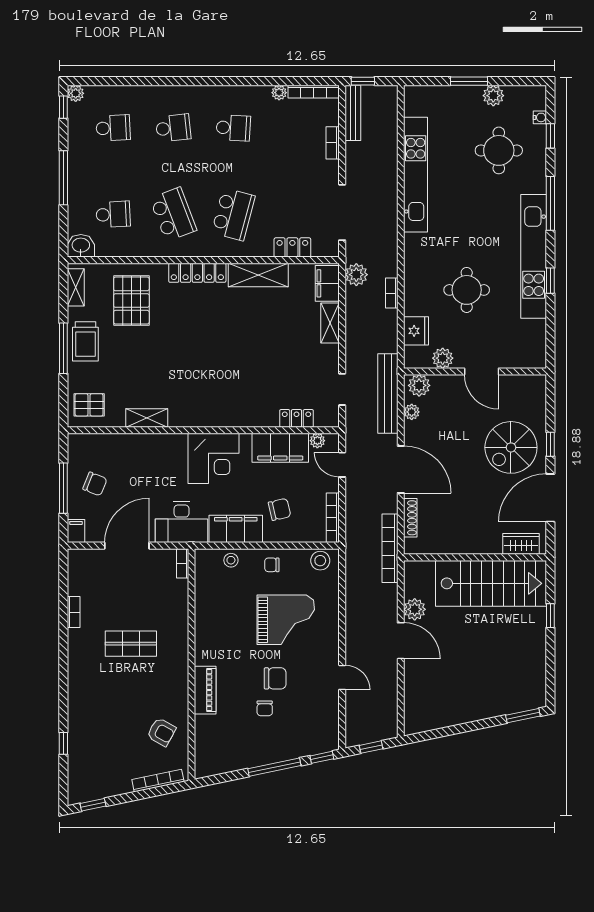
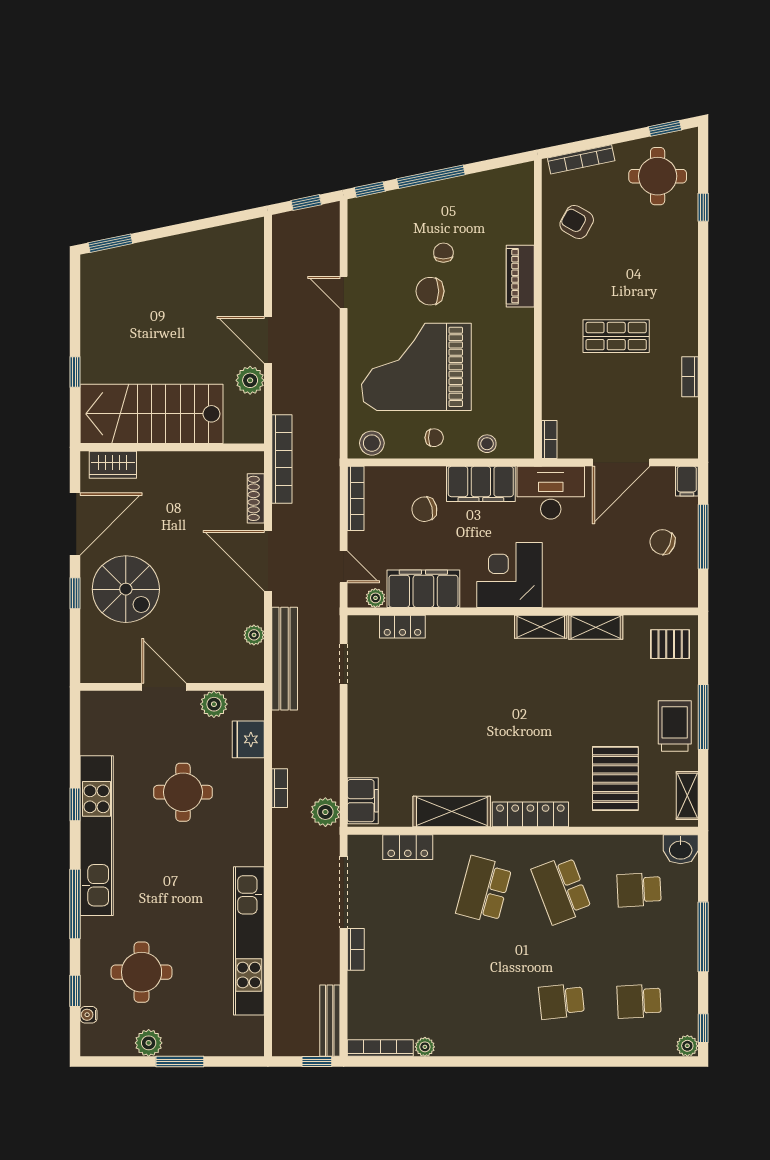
school desk: (233, 128) -> (484, 1001), removed
bookcase: (333, 143) -> (356, 949), moved
shelving: (330, 323) -> (541, 627), moved, turned 90
plant: (419, 385) -> (244, 669), removed
spiral stairs: (511, 447) -> (126, 589), turned 90
grand piano: (286, 620) -> (416, 367), width x1.37, depth x1.48
round table: (99, 768) -> (658, 176), added

